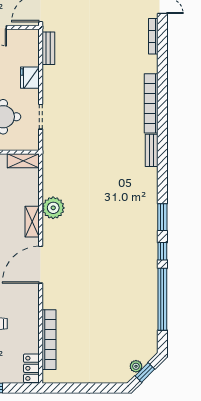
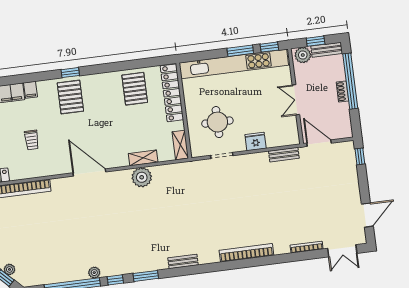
bench: (152, 150) -> (183, 261), moved
shelving: (32, 222) -> (143, 158), moved
plant: (151, 273) -> (94, 273), added

